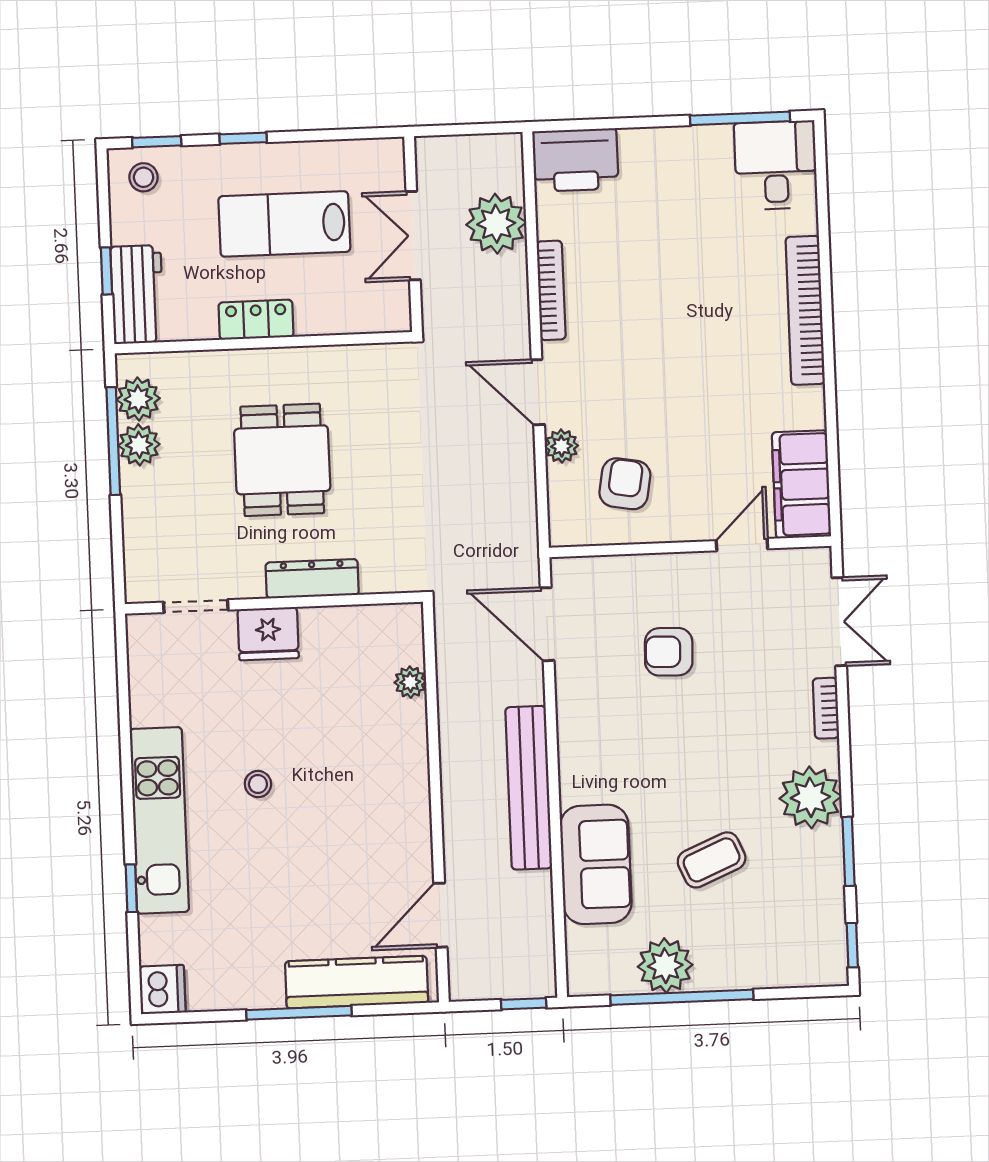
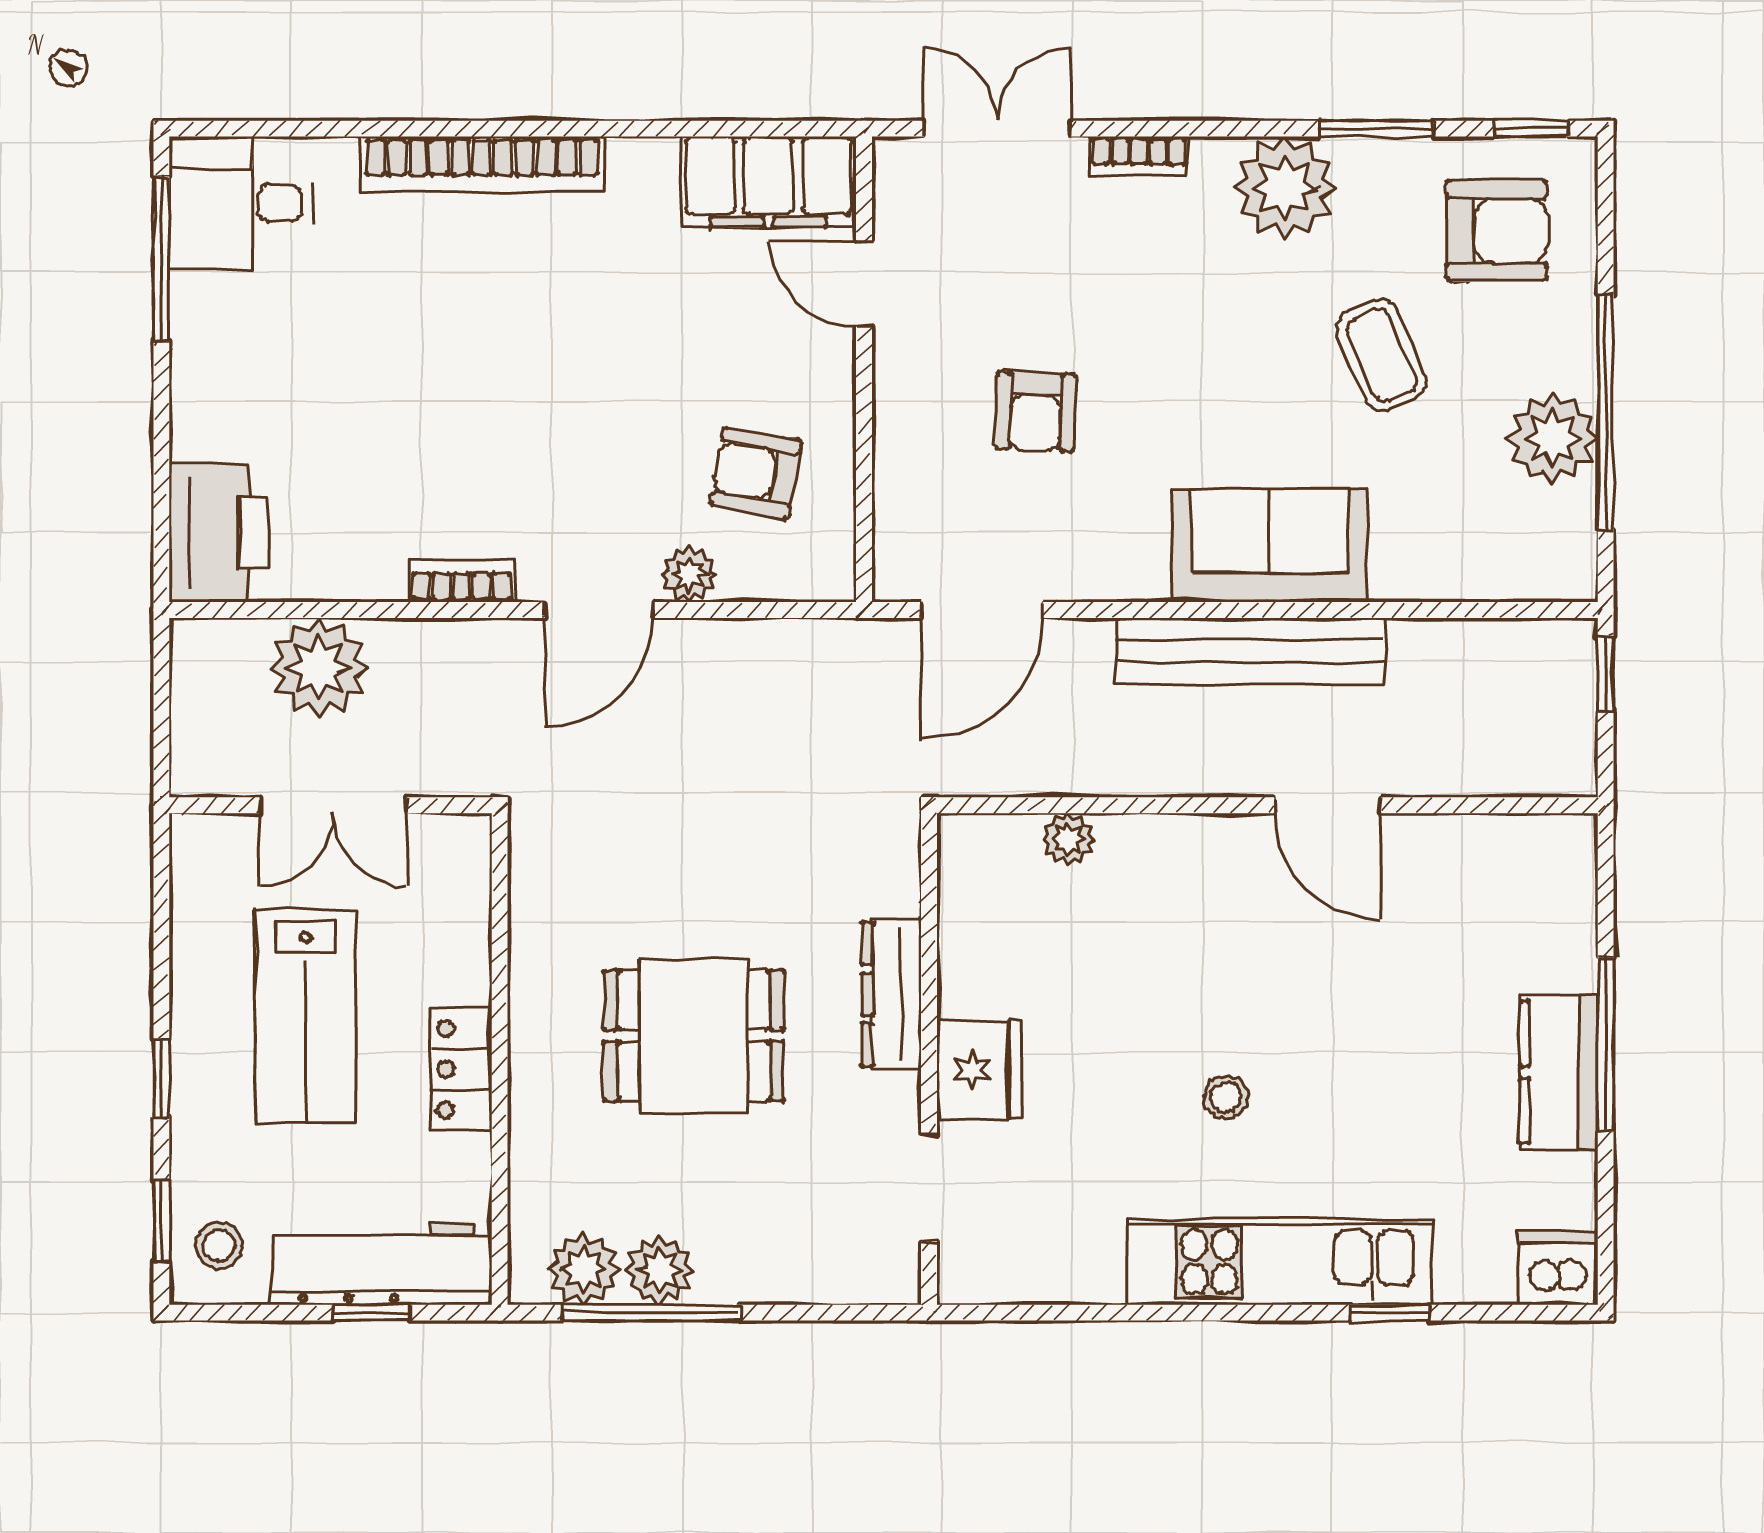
bookcase: (551, 290) -> (462, 581), width x0.64
workbench: (137, 294) -> (382, 1263), width x1.38
sofa: (596, 864) -> (1269, 546), moved
door: (440, 915) -> (1328, 805), moved
armchair: (790, 927) -> (1497, 231), added
kitchen counter: (357, 982) -> (1559, 1072), moved, width x0.67

